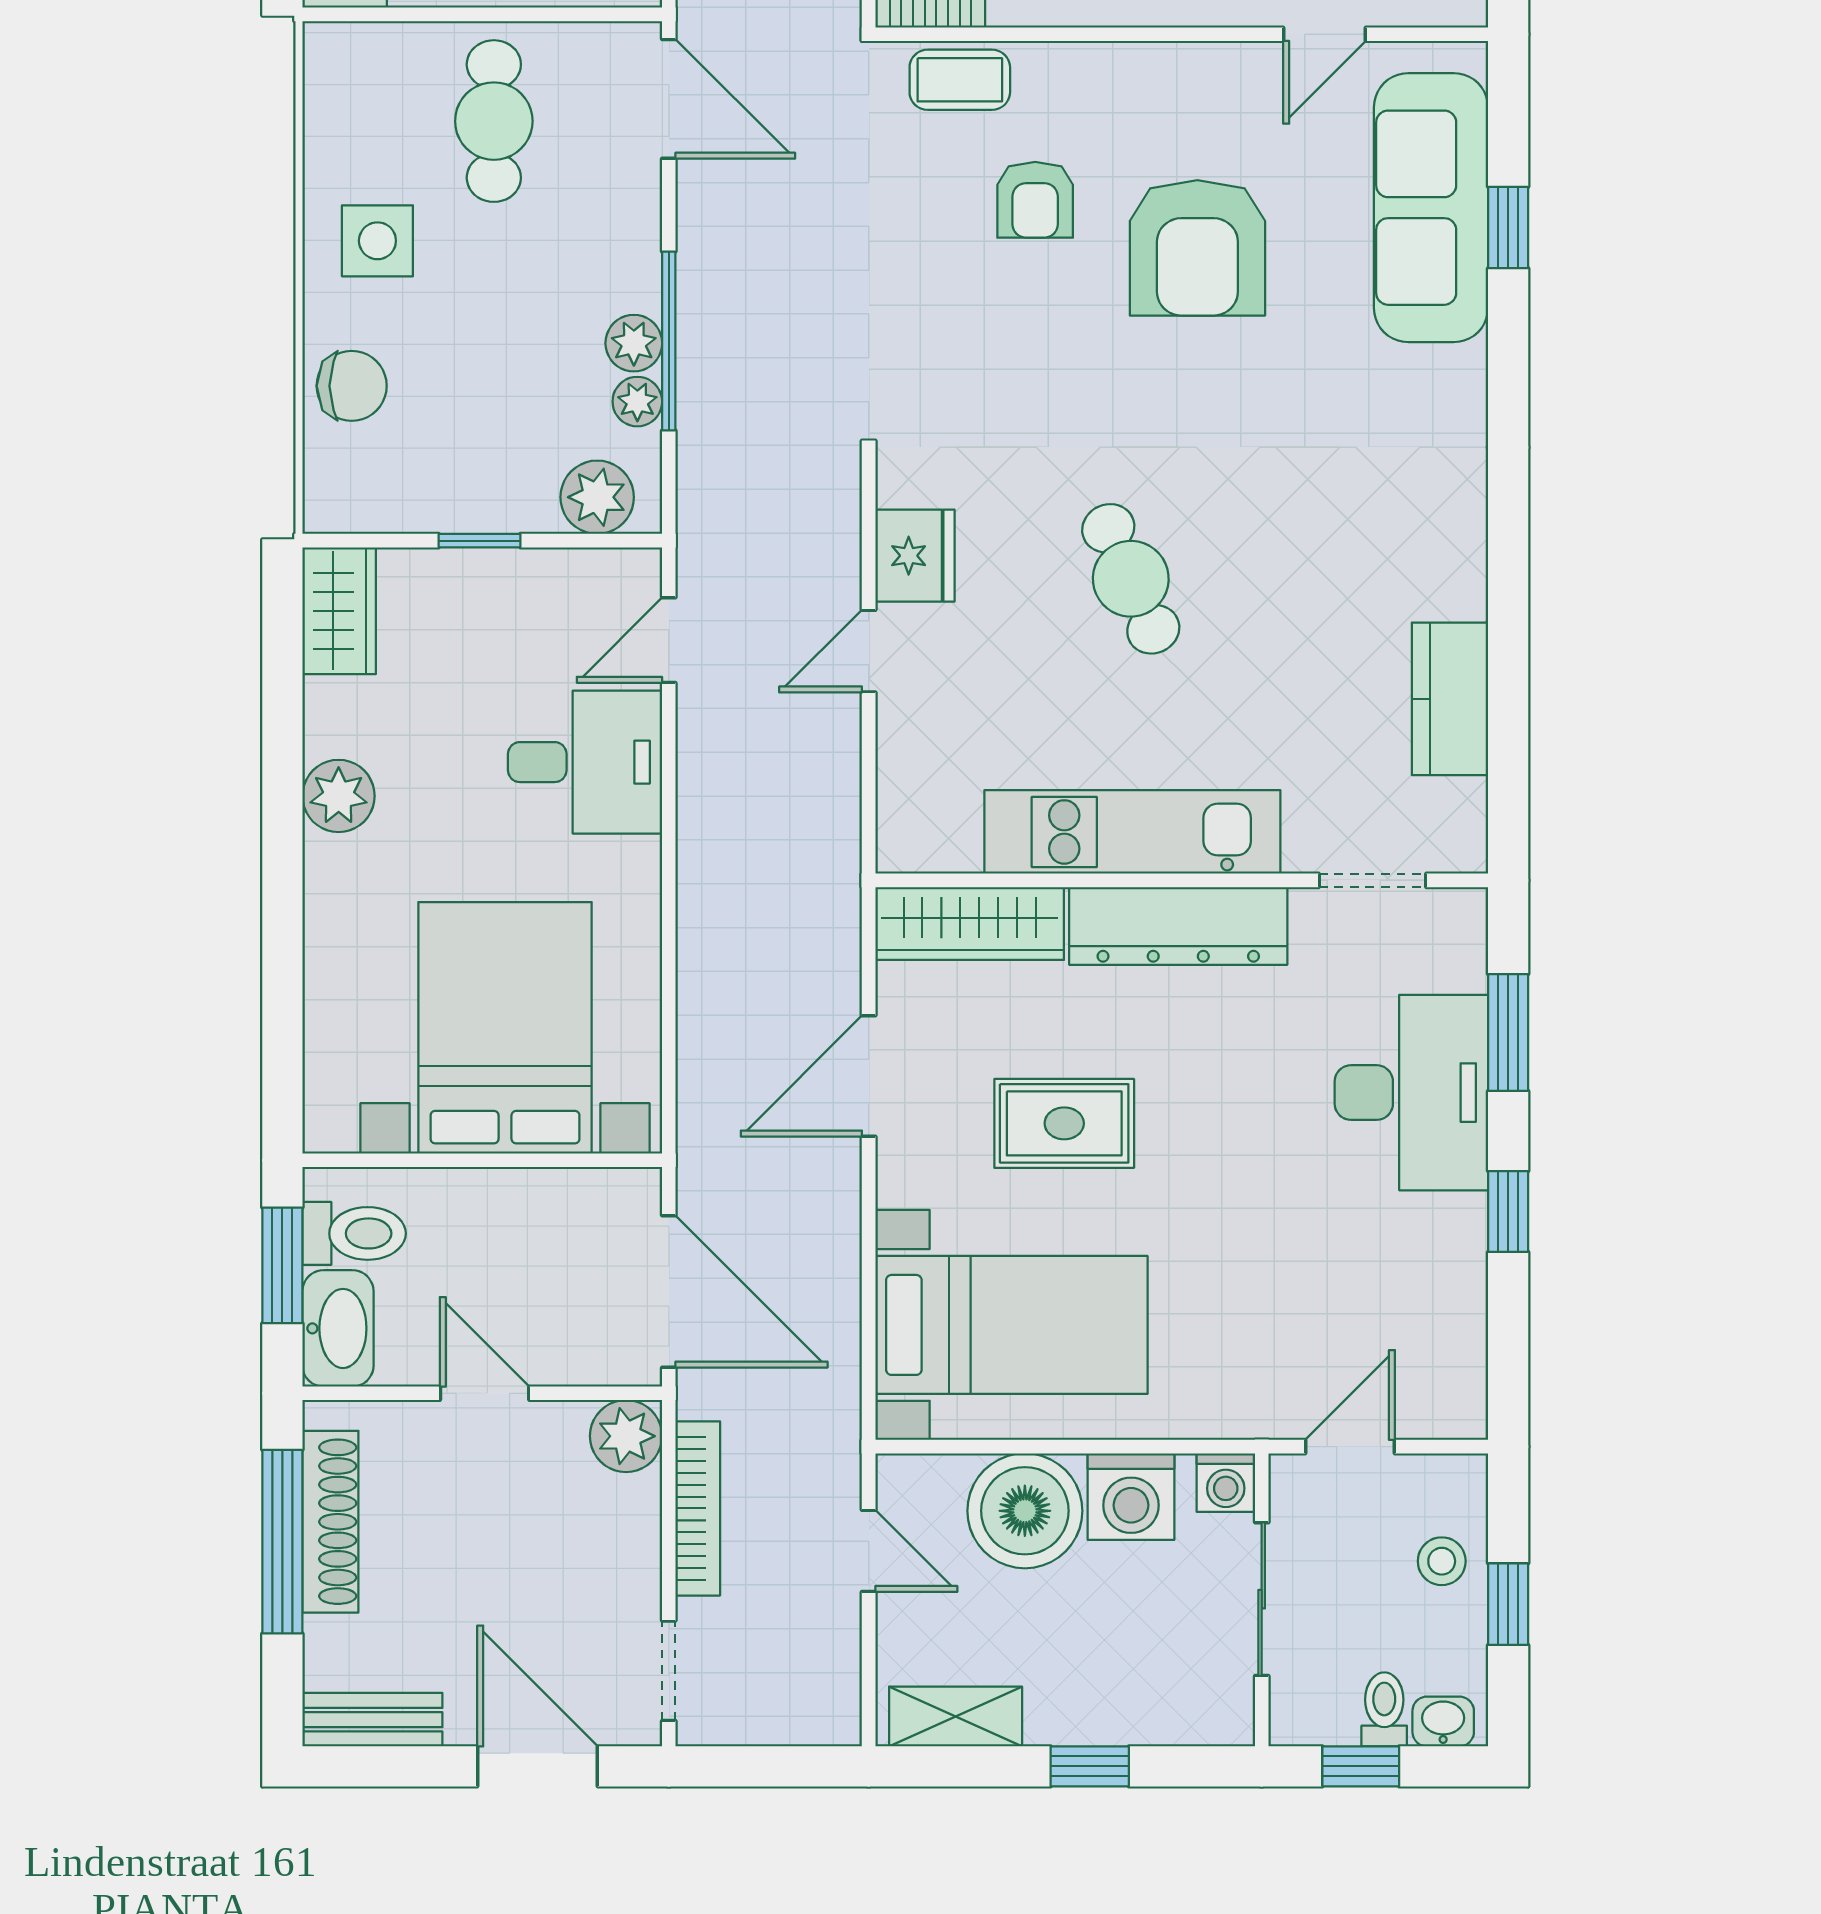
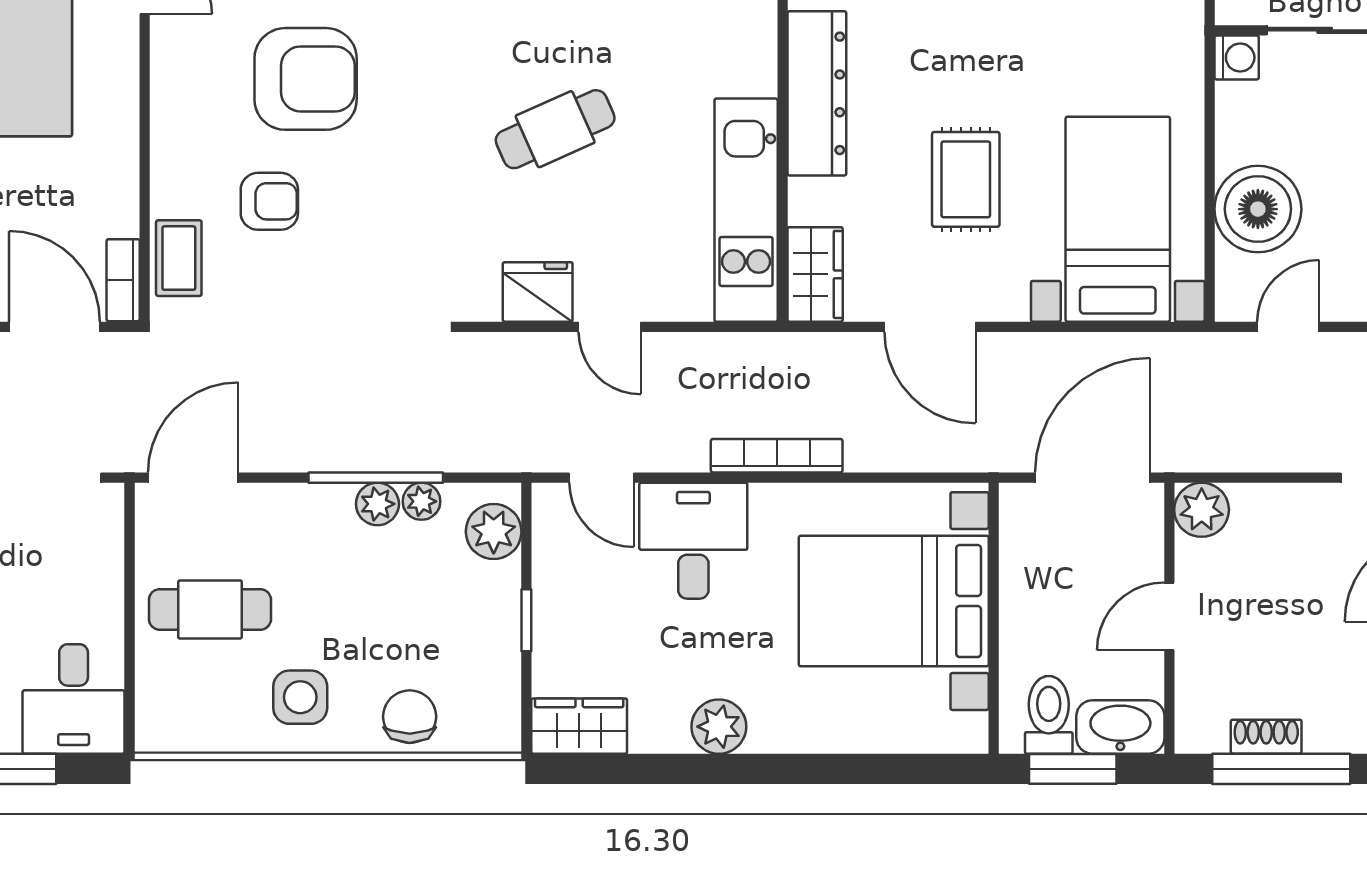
kitchen unit: (1132, 832) -> (746, 210), moved
wardrobe: (970, 924) -> (815, 274), width x0.67
washing machine: (1131, 1497) -> (1247, 129), removed
bookcase: (698, 1508) -> (777, 456), moved
shoe rack: (330, 1522) -> (1266, 737), width x0.51, depth x0.81

